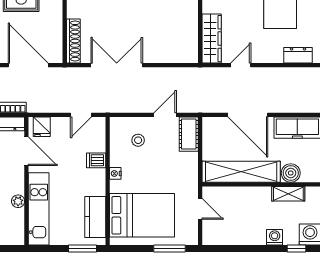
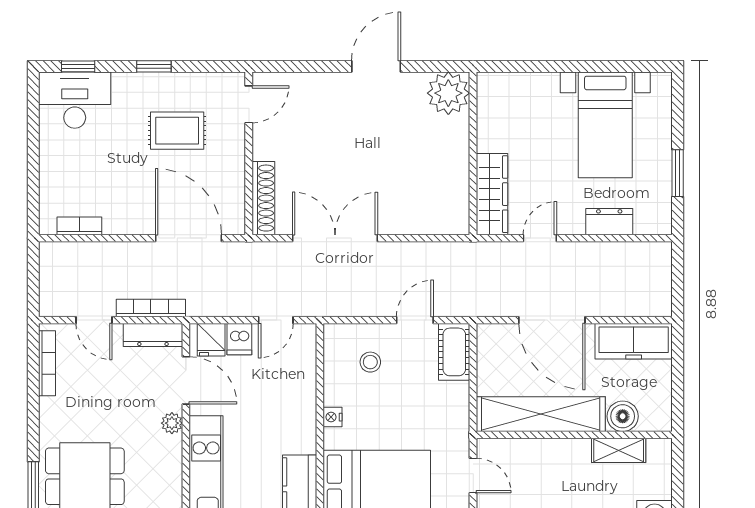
dresser: (298, 55) -> (609, 222), moved
dishwasher: (96, 160) -> (239, 339), moved, turned -90
plant: (18, 201) -> (172, 423), moved

